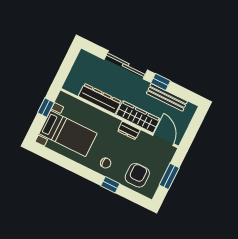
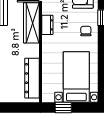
dresser: (100, 99) -> (32, 78), moved

